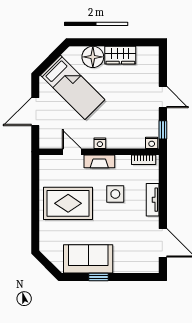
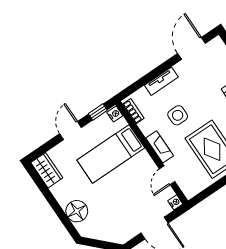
wardrobe: (120, 55) -> (47, 170), moved
bed: (73, 87) -> (111, 154), moved, turned -135
nightstand: (100, 143) -> (175, 202), moved

